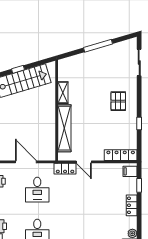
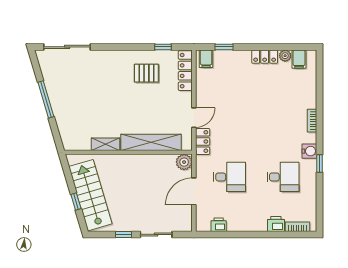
sliding door: (139, 62) -> (67, 47), width x1.37
pallet: (118, 101) -> (146, 73), moved
window: (139, 124) -> (163, 47), moved
plant: (49, 154) -> (184, 162), added
locker: (132, 205) -> (265, 57), moved

